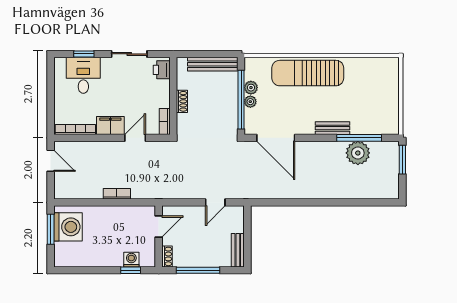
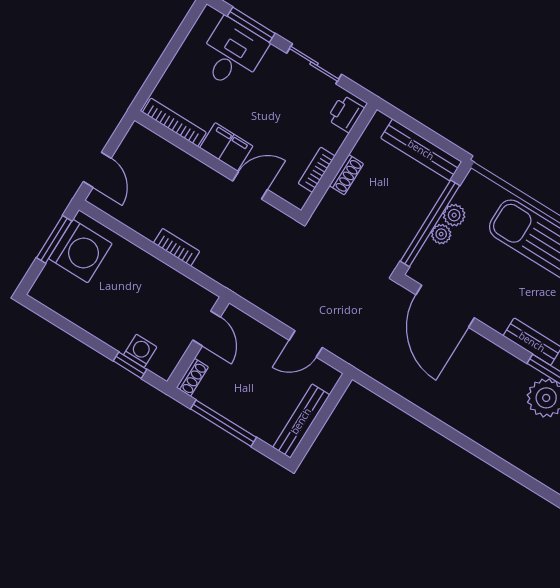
window: (84, 54) -> (251, 25), width x1.50
bookcase: (165, 122) -> (317, 170), moved
door: (51, 161) -> (97, 170), moved
door: (159, 226) -> (207, 329), hinge flipped
bench: (238, 250) -> (301, 421), width x1.36

